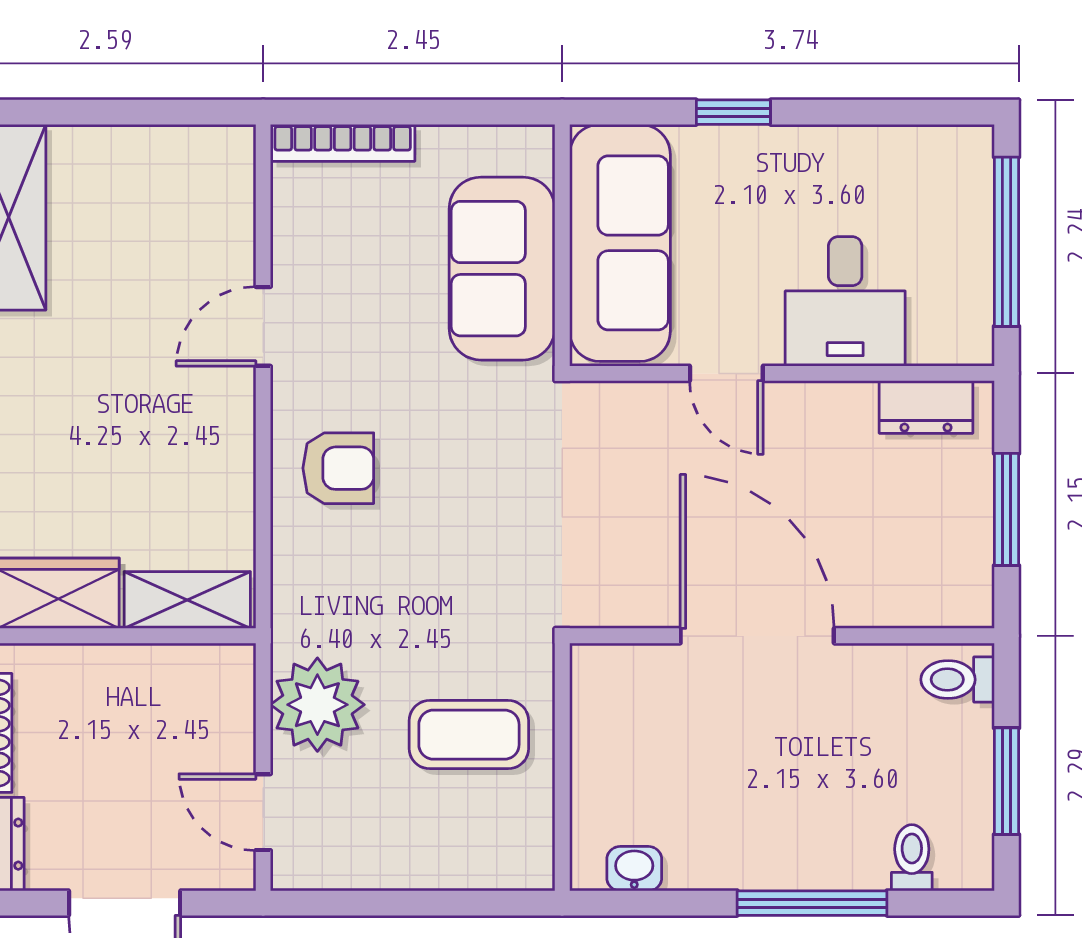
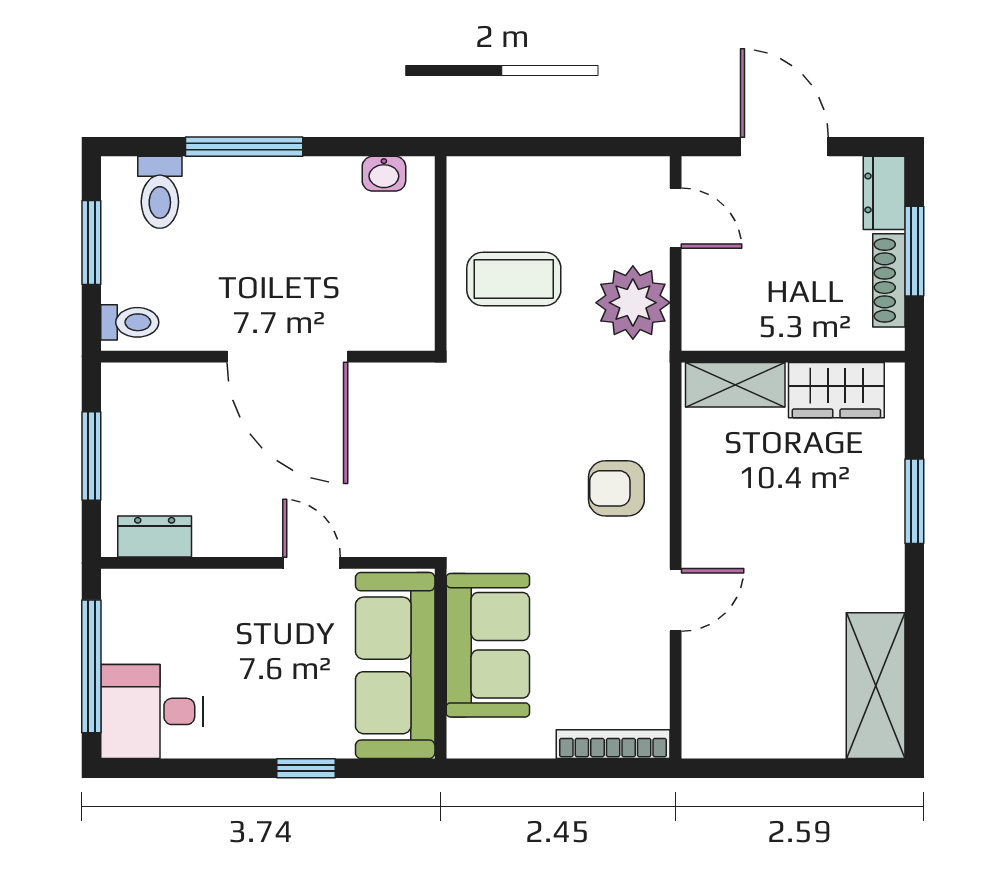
desk: (845, 301) -> (152, 711), moved, turned -90
toilet: (912, 858) -> (160, 192), width x1.37, depth x1.39

